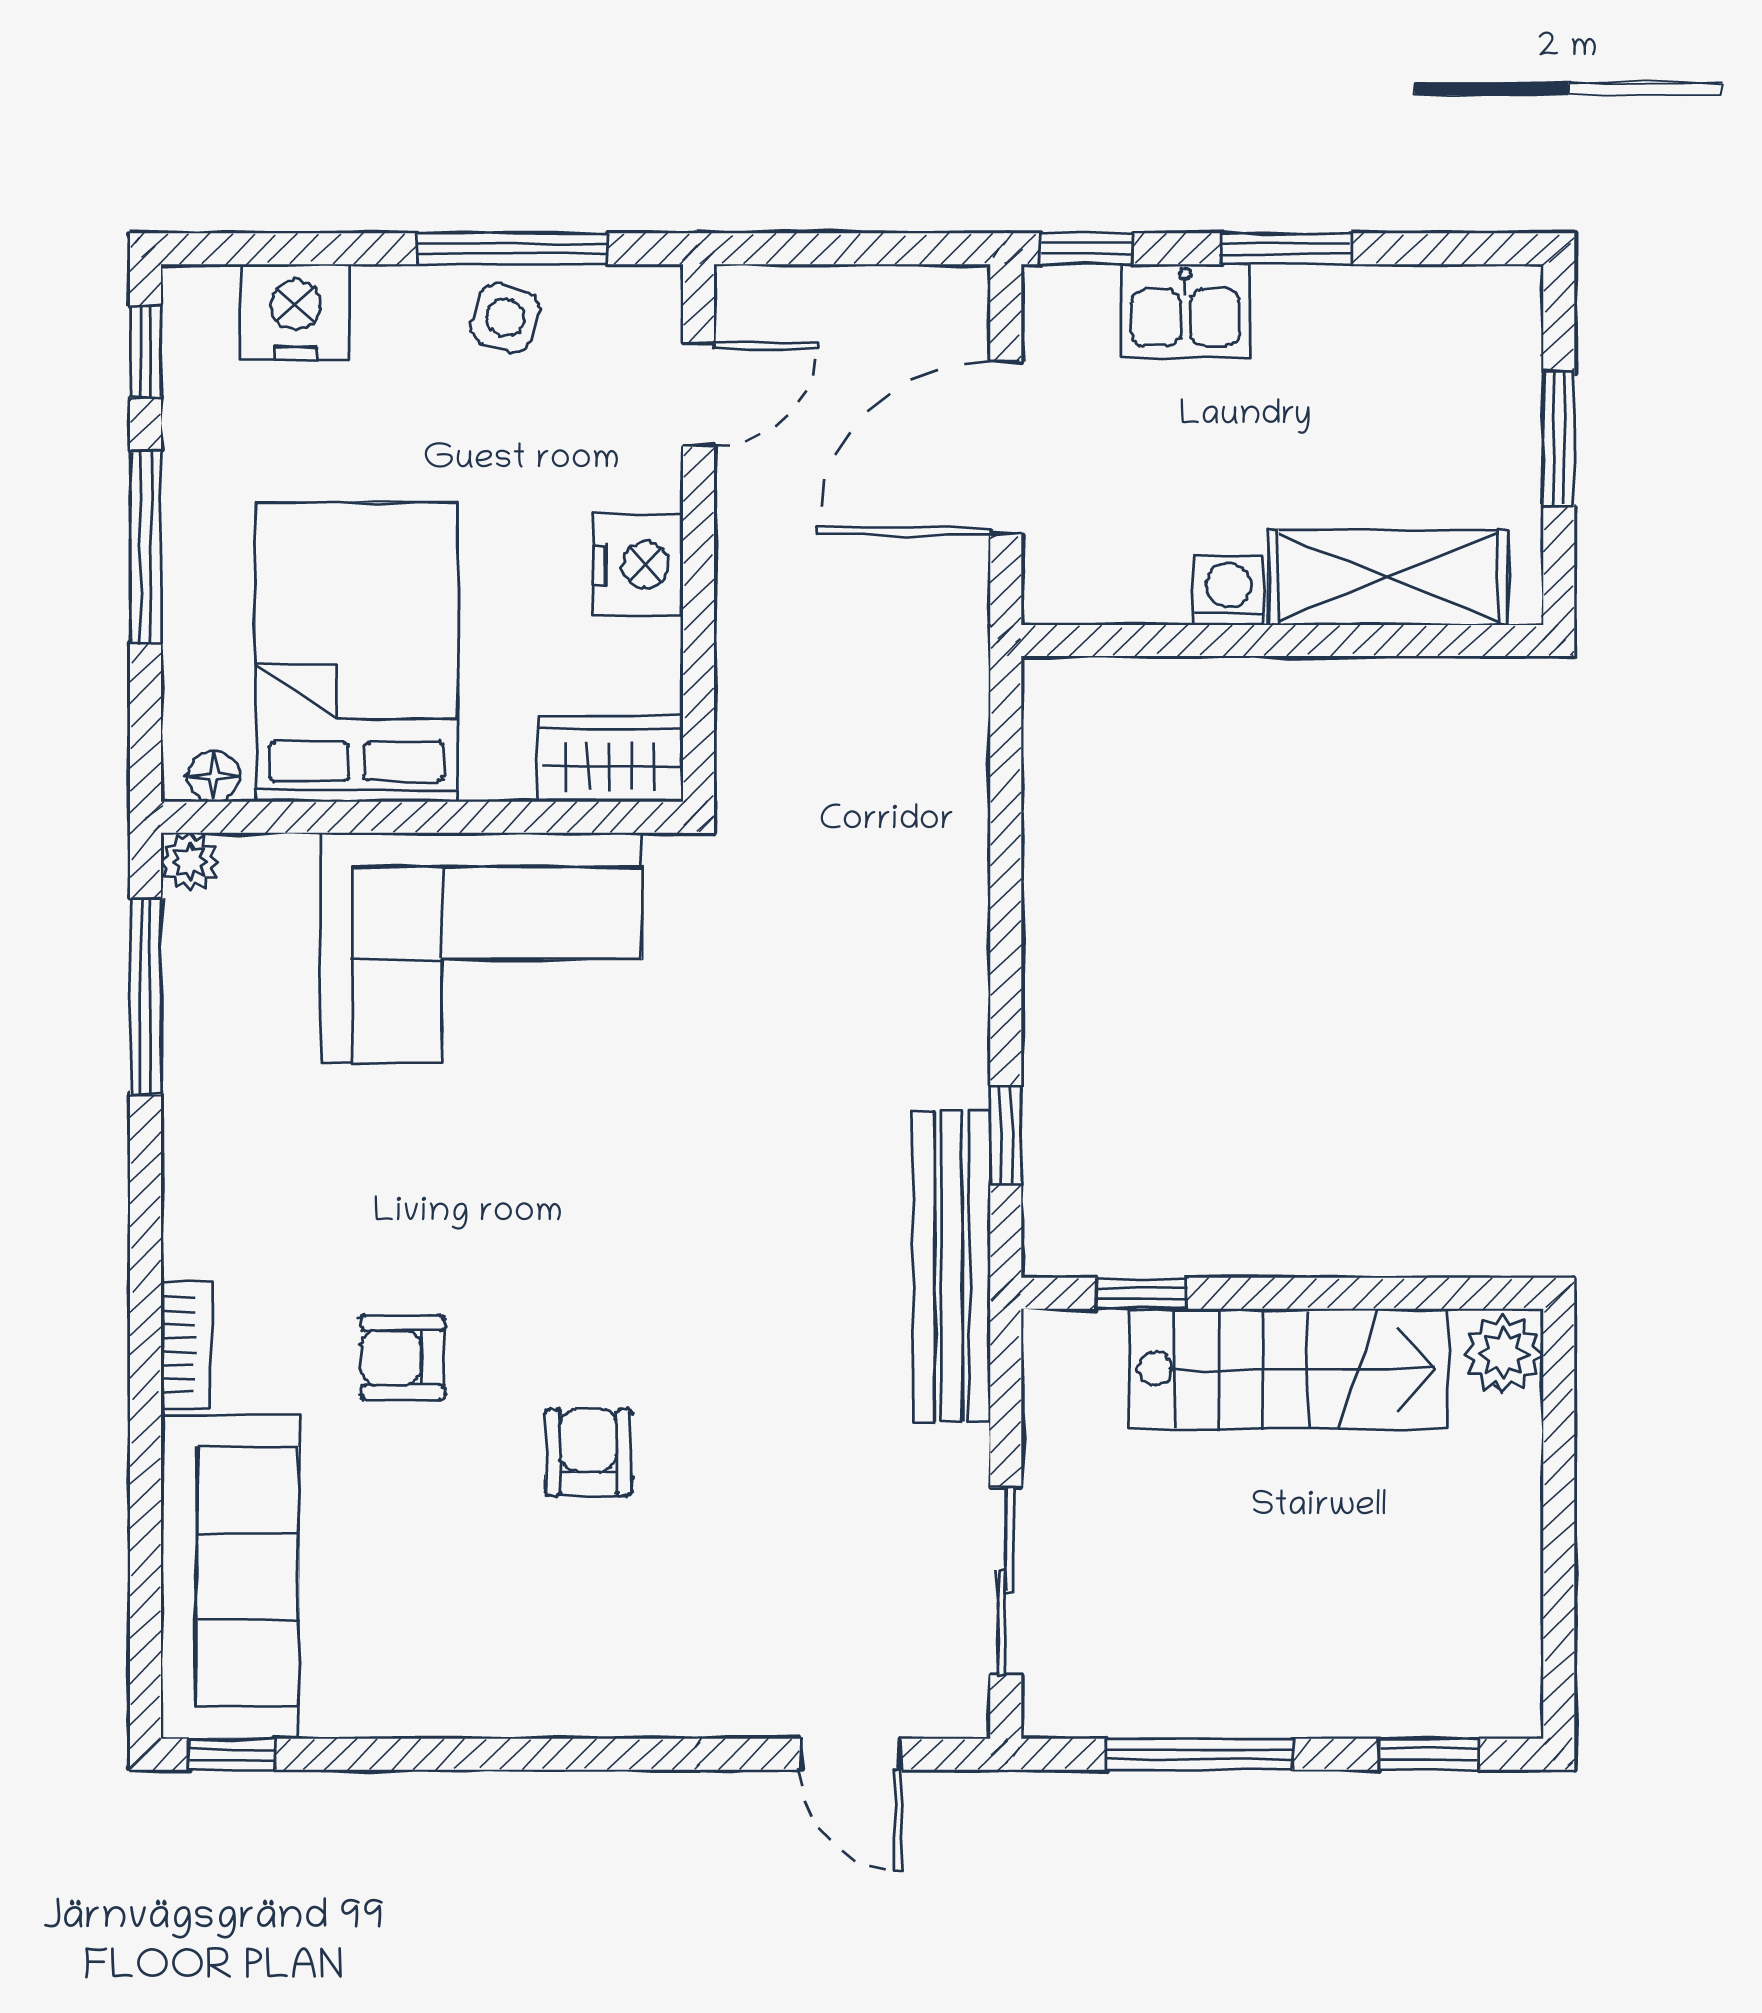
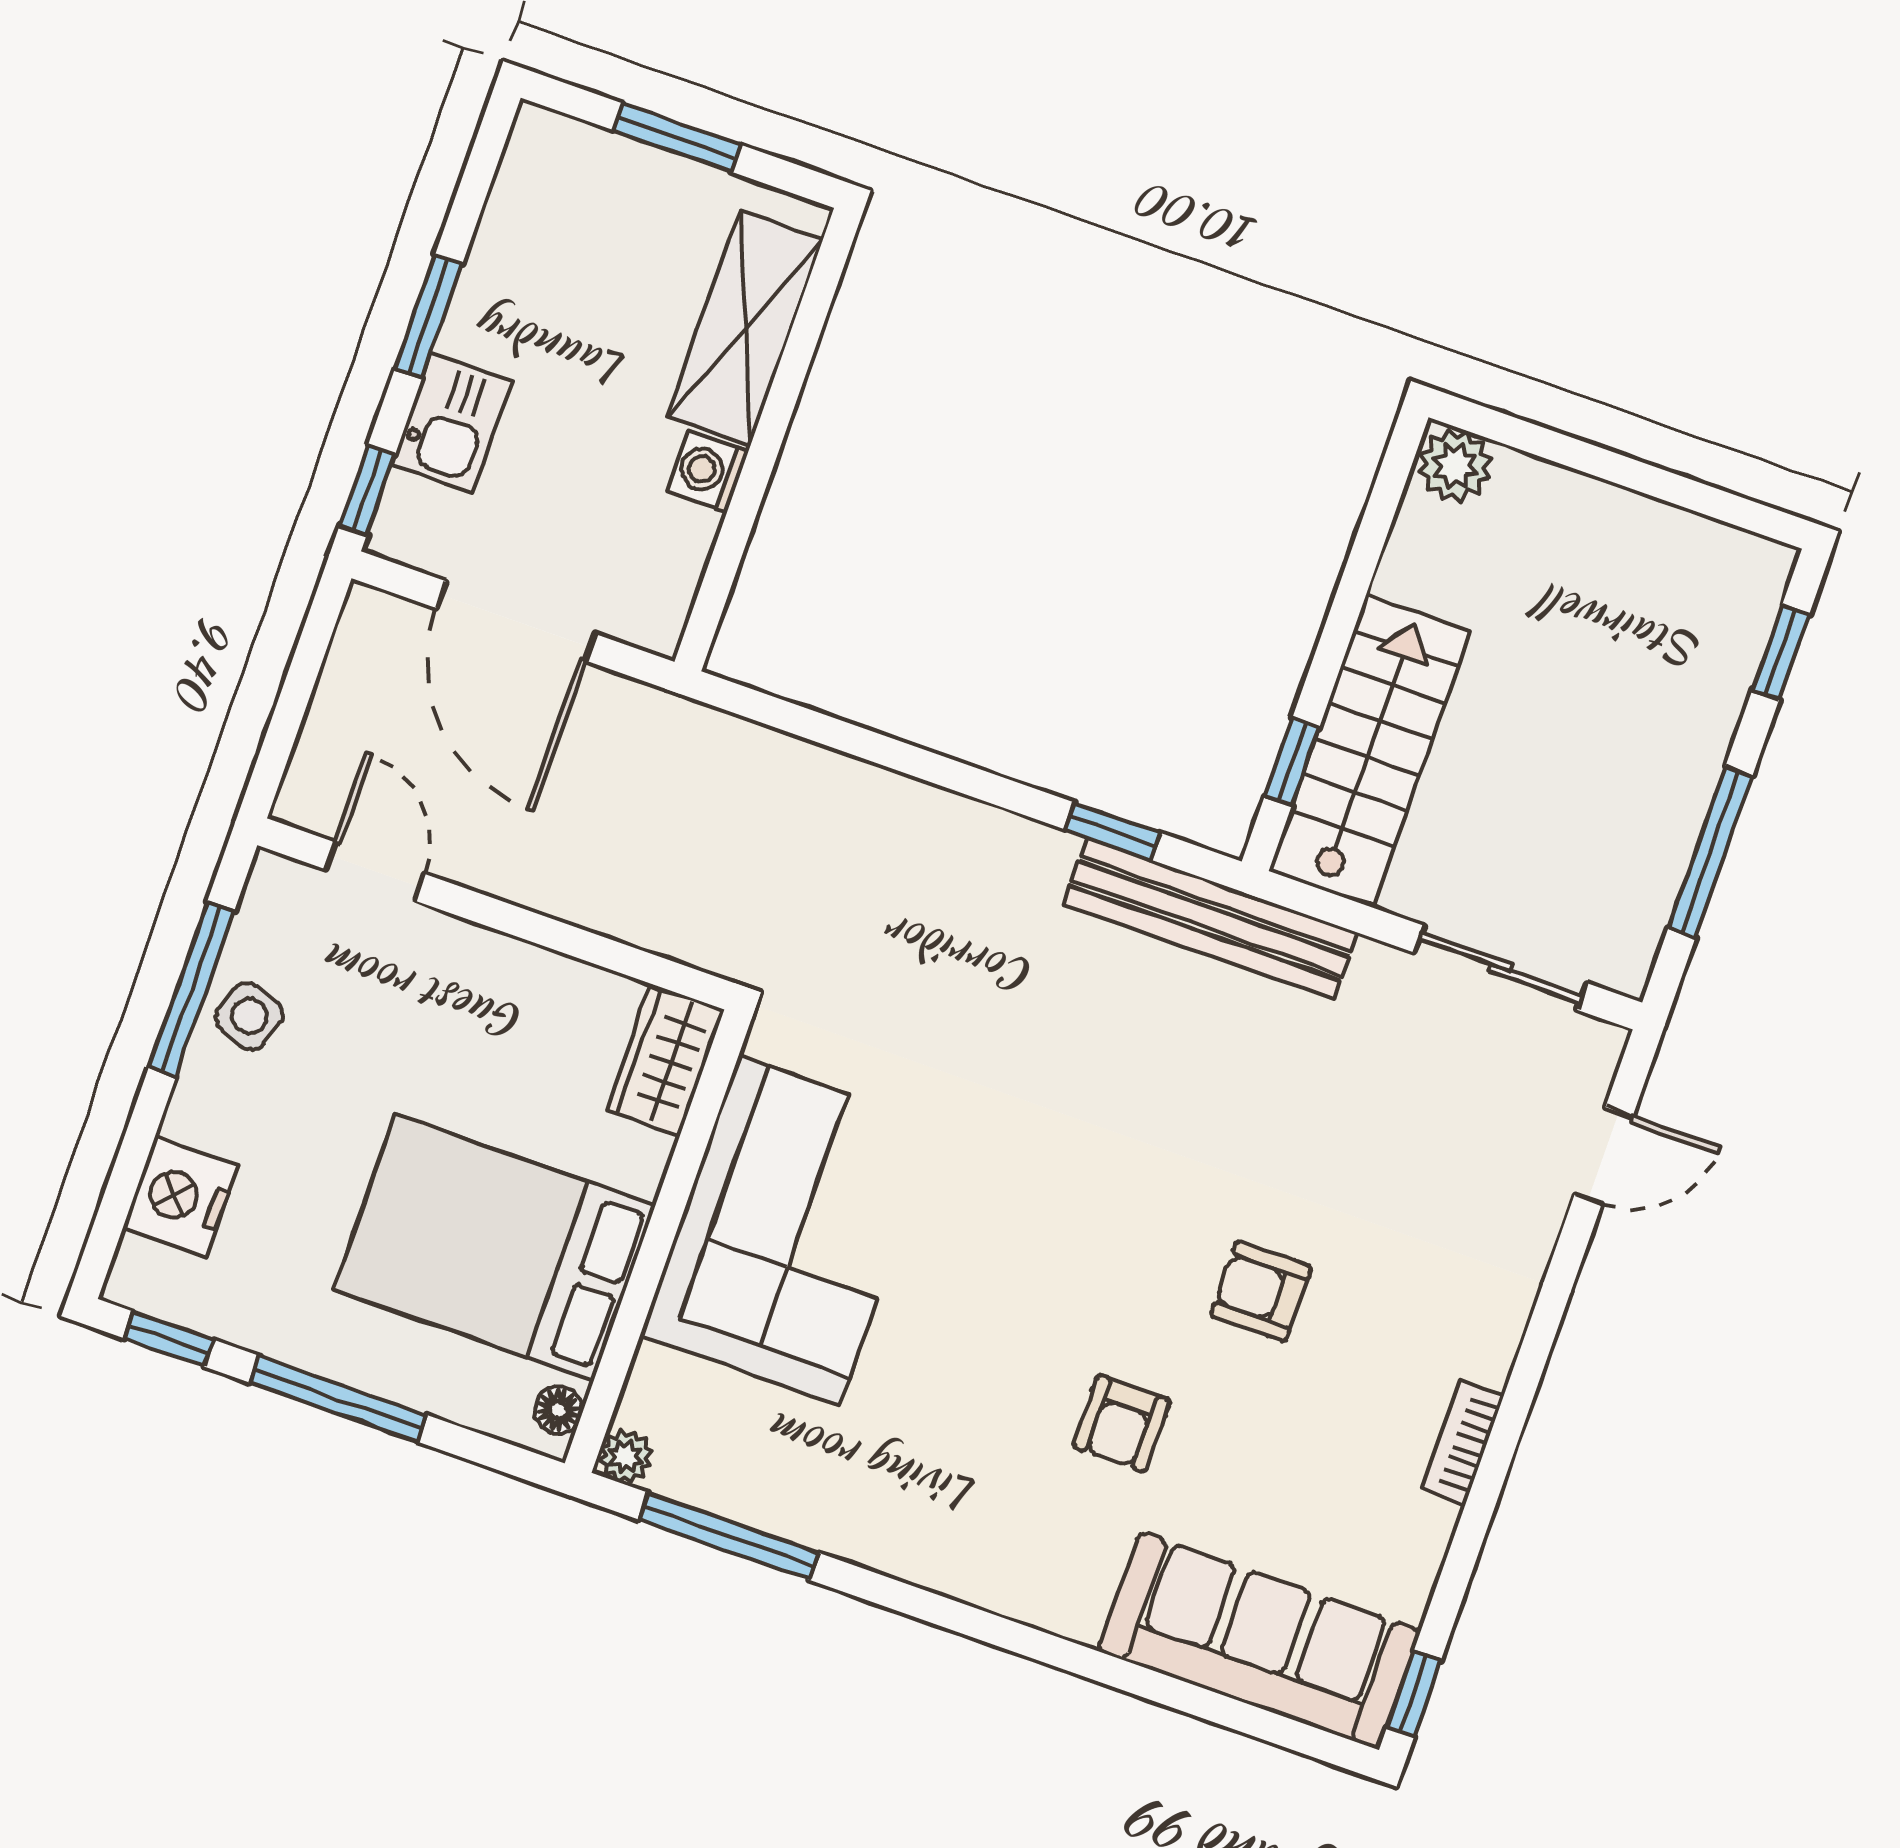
nightstand: (638, 565) -> (505, 976), removed
bookcase: (186, 1345) -> (1463, 1442), moved, turned -90
stairs: (1289, 1369) -> (1369, 751), moved

